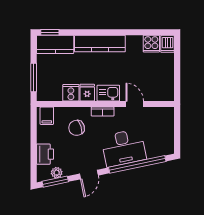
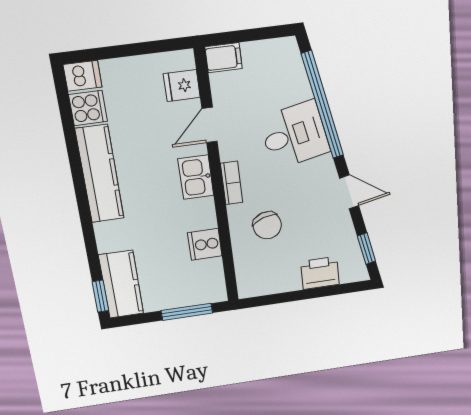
kitchen counter: (100, 44) -> (100, 174), moved
fridge: (87, 93) -> (182, 86), moved
filing cabinet: (47, 116) -> (224, 58), moved
desk: (124, 148) -> (294, 135), width x0.73
plant: (57, 173) -> (351, 248), removed
window: (55, 182) -> (366, 249), width x0.67

